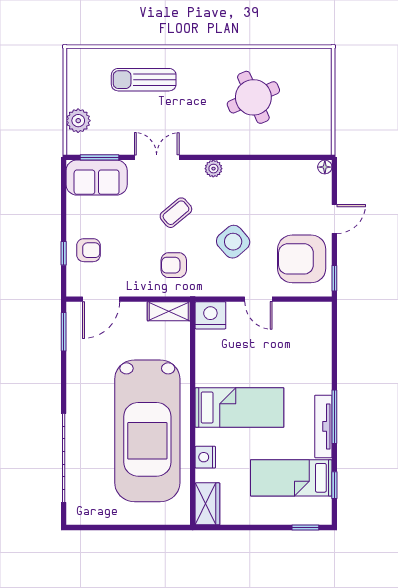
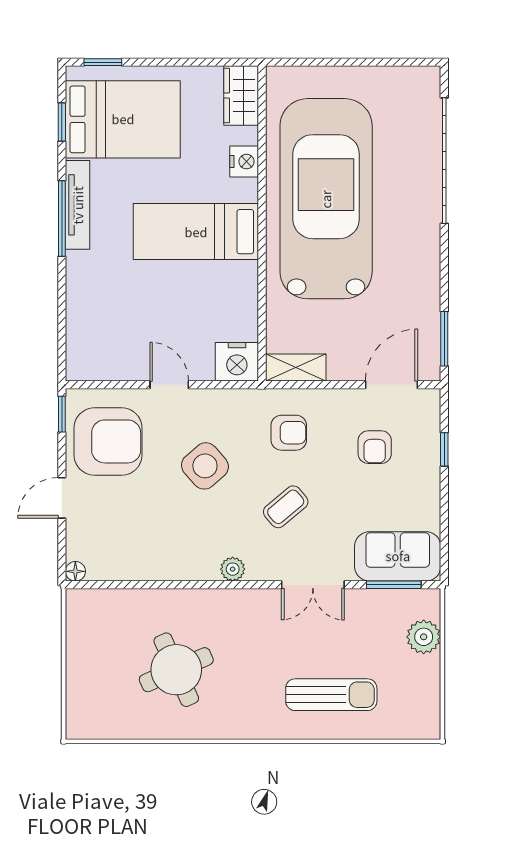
armchair: (89, 250) -> (375, 447), moved, turned -90
bed: (291, 478) -> (123, 119), width x1.50

